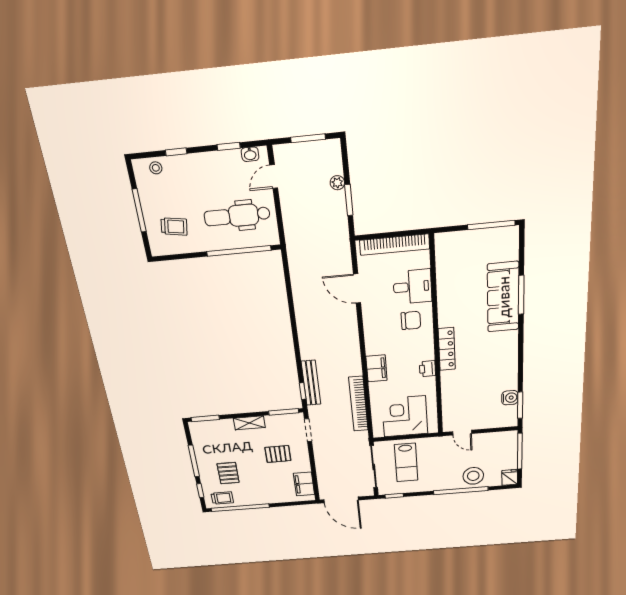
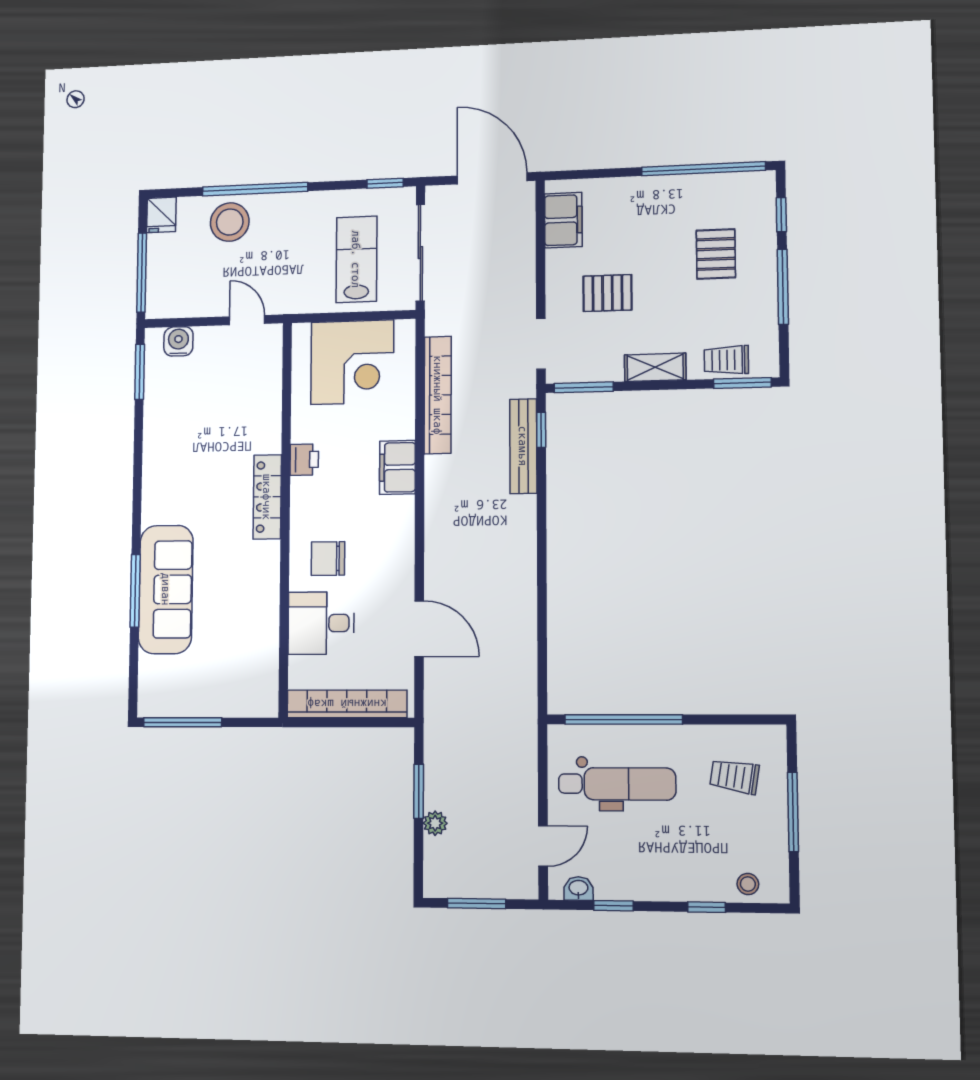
water cooler: (510, 398) -> (178, 341), moved, turned 90
trolley: (222, 498) -> (726, 360), moved

